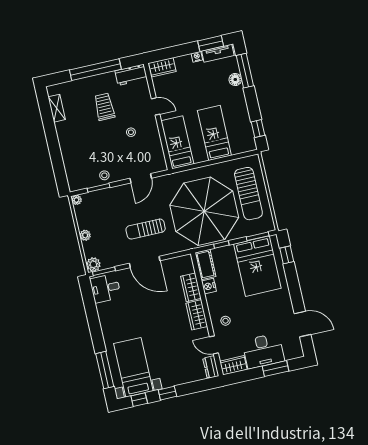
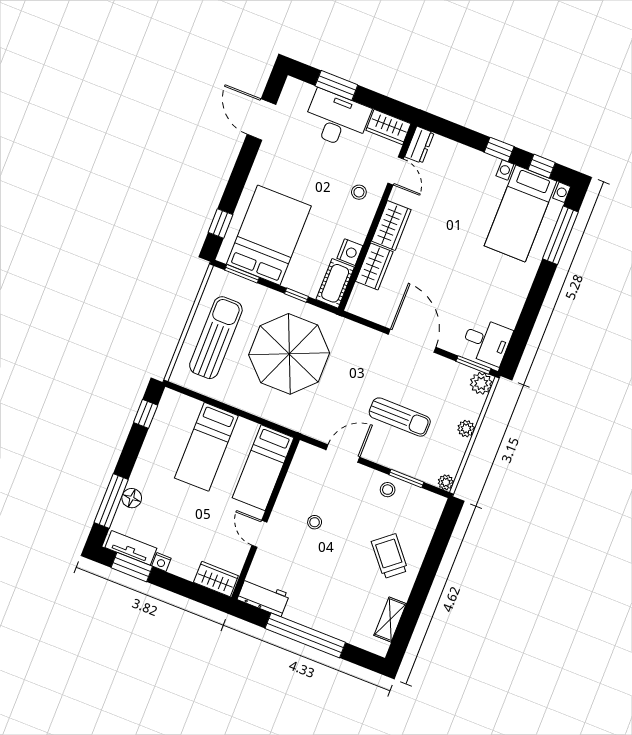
trolley: (104, 107) -> (390, 556), moved, turned 140
parasol: (204, 211) -> (289, 354), width x0.73, depth x0.73
sun lounger: (146, 229) -> (400, 417), moved

